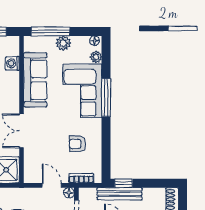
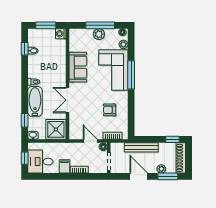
window: (51, 31) -> (100, 25), moved
washing machine: (12, 63) -> (61, 34), moved
sofa: (35, 80) -> (78, 67), width x0.73
window: (124, 183) -> (173, 139), moved

